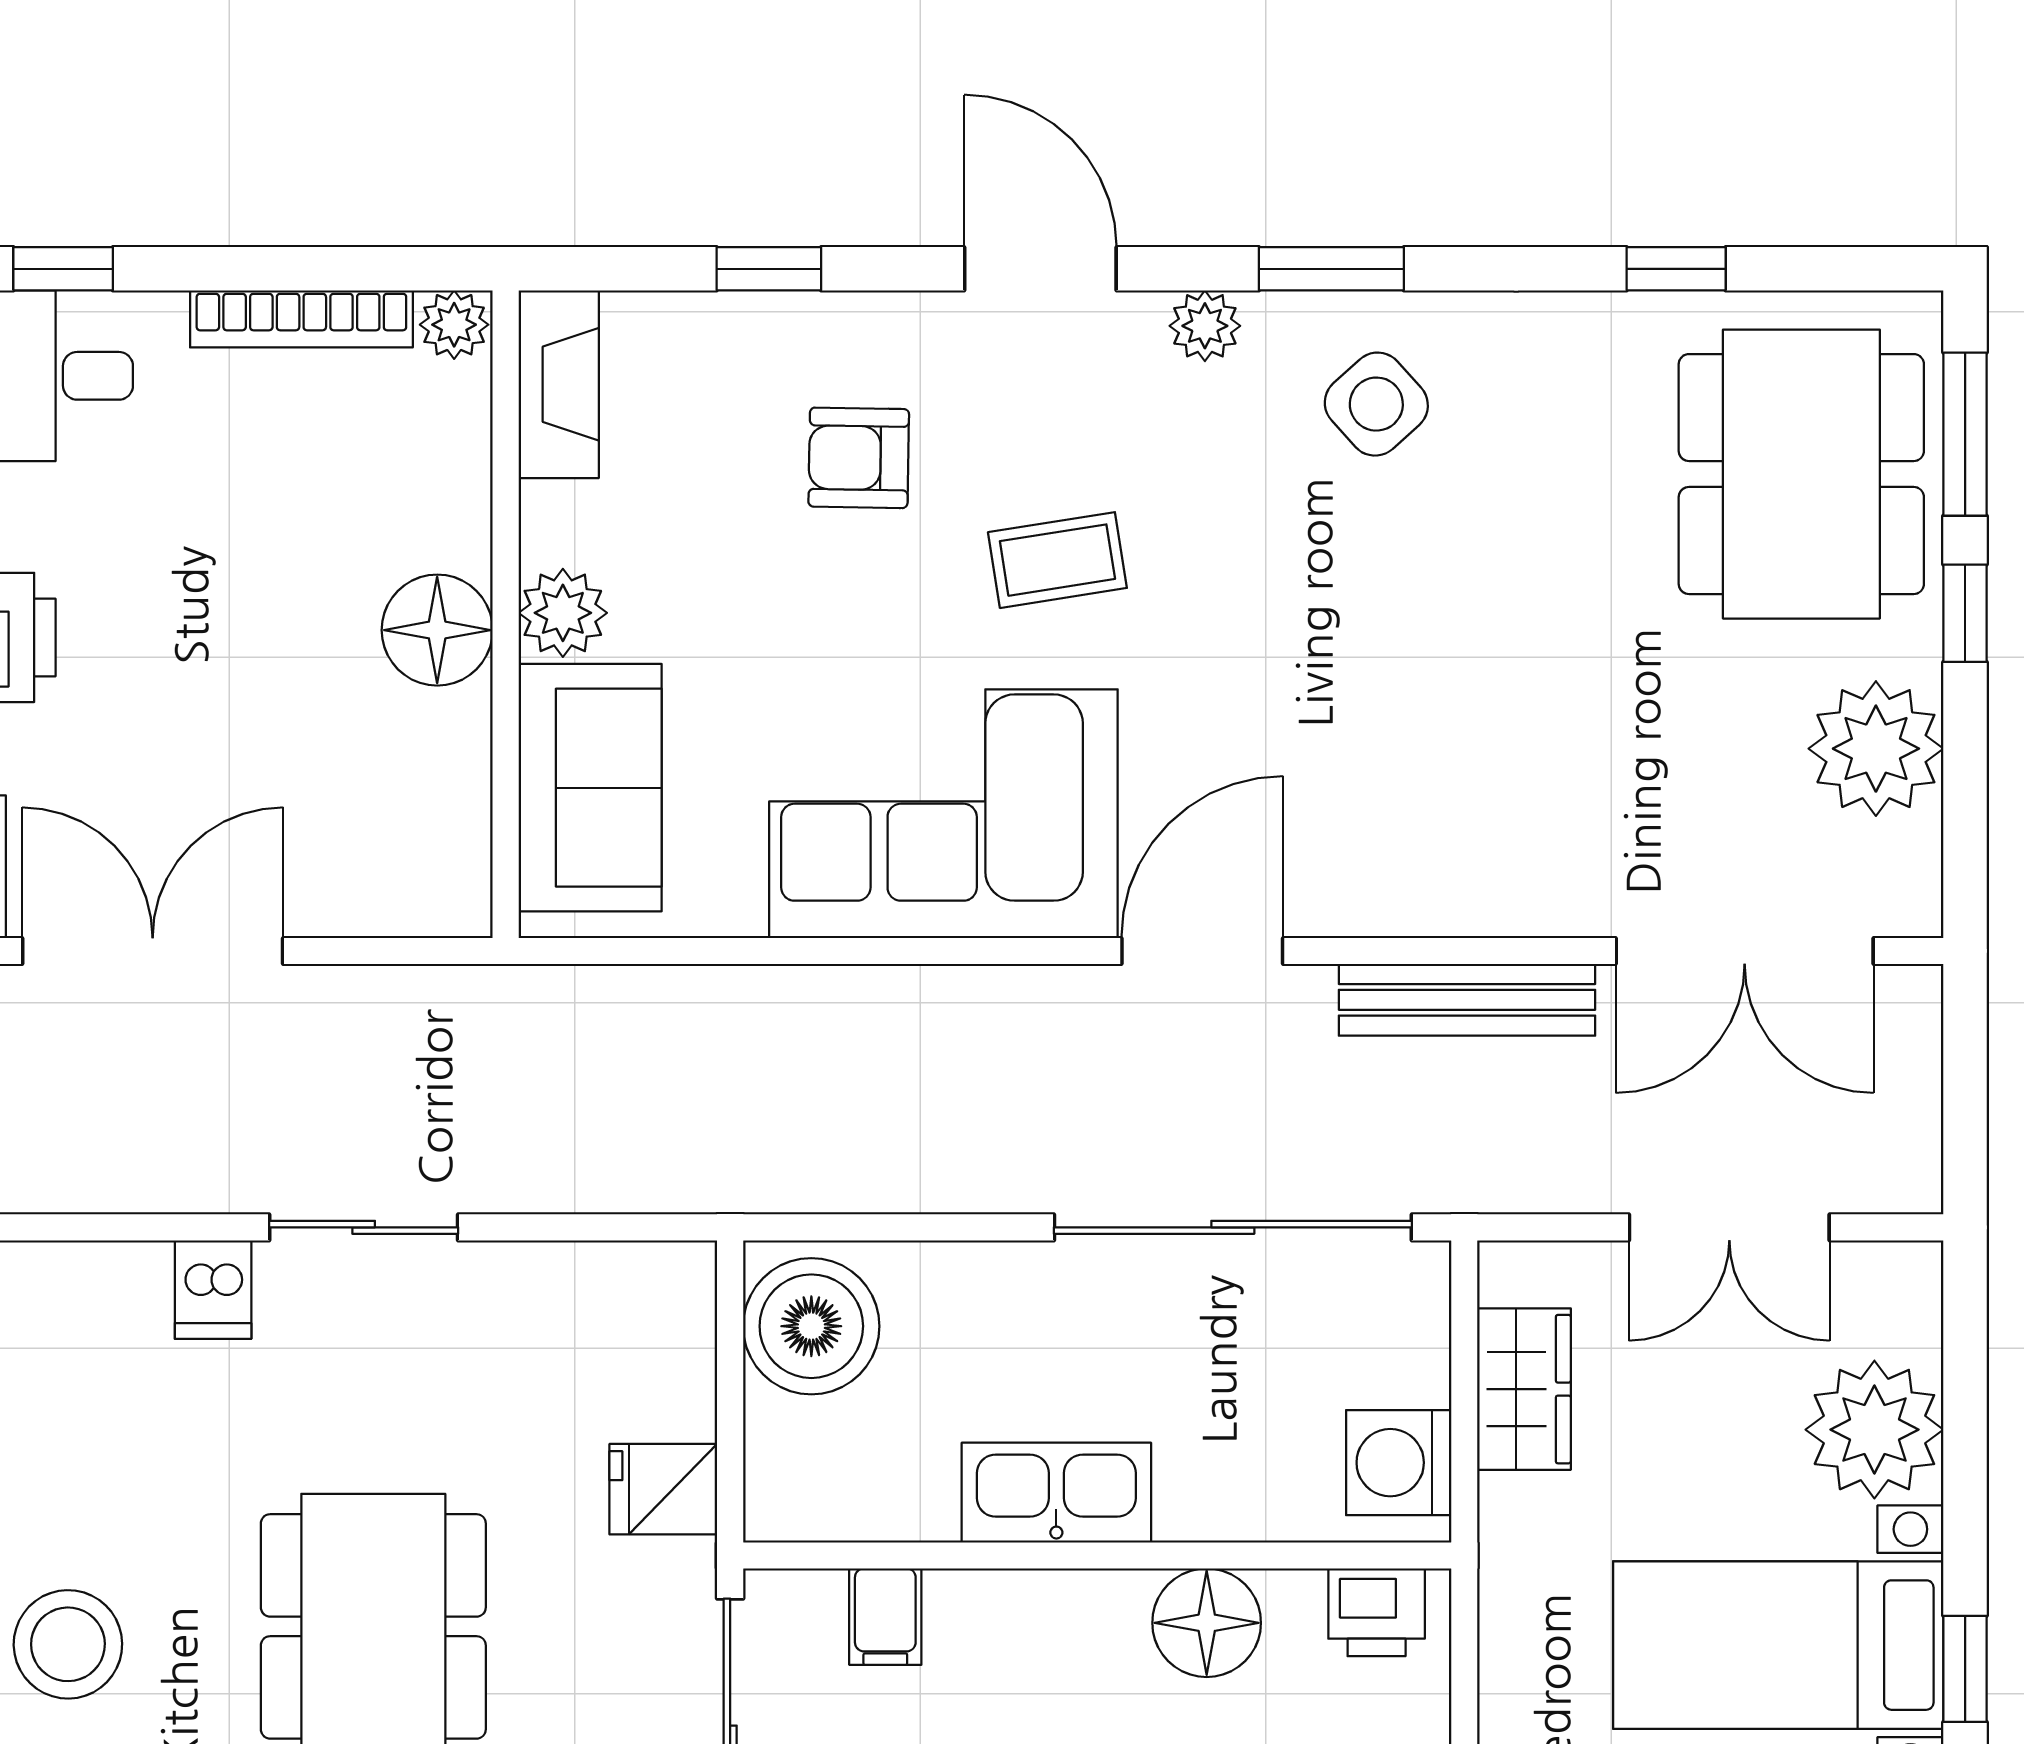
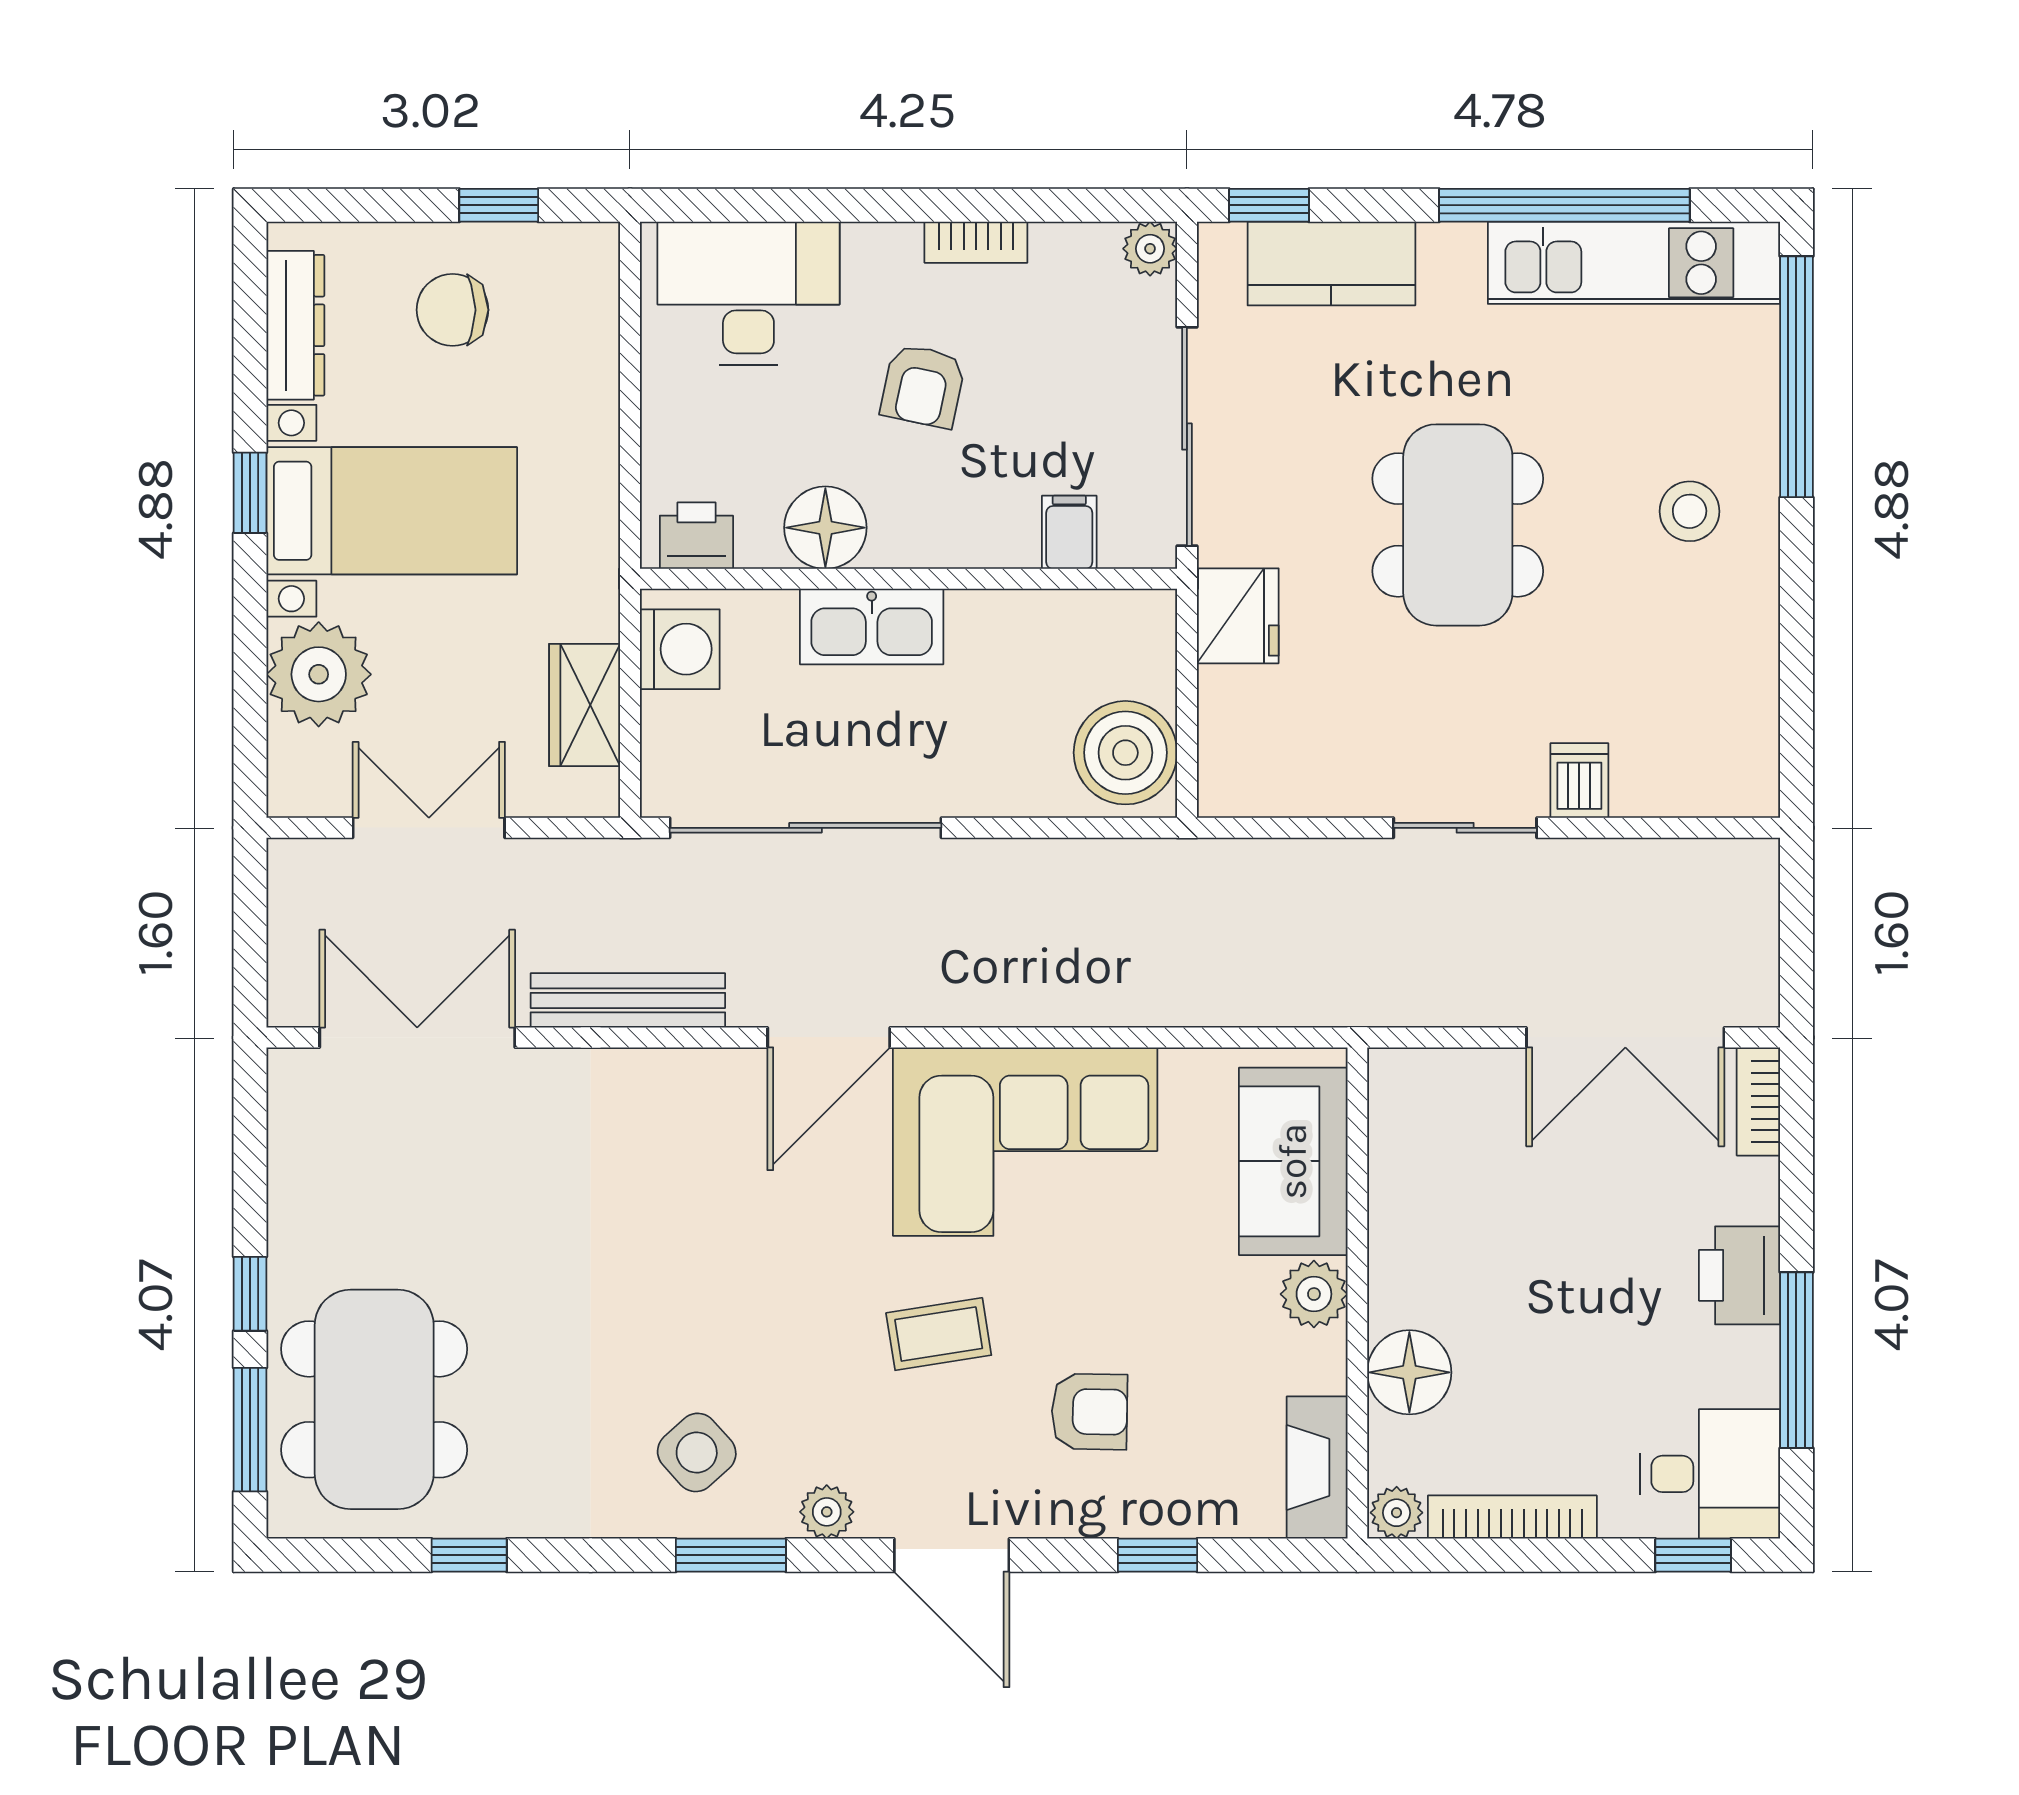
floor lamp: (437, 630) -> (1409, 1372), moved
plant: (1876, 749) -> (318, 1191), removed
fridge: (663, 1489) -> (1238, 616), width x1.38
kitchen sink: (1056, 1493) -> (872, 626), moved
stool: (68, 1644) -> (1690, 511), width x0.73, depth x0.73

